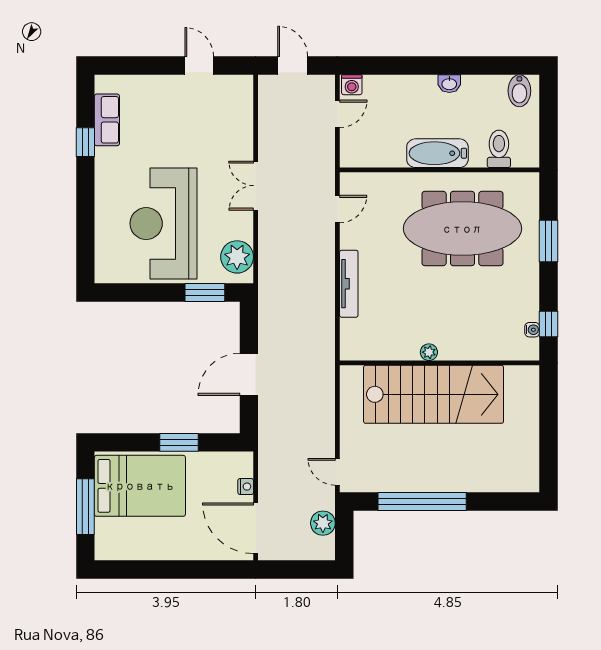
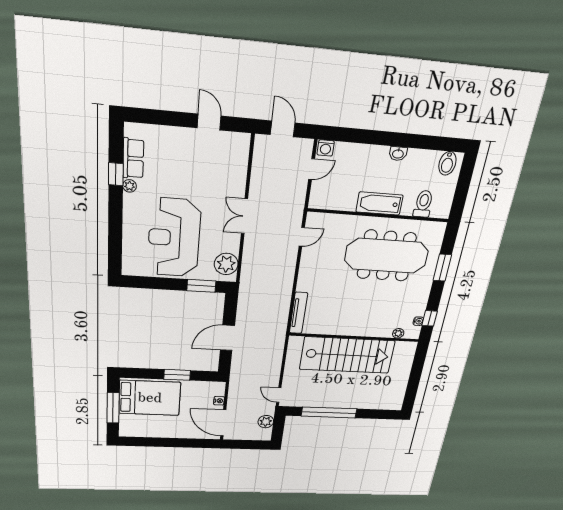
plant: (103, 156) -> (130, 186), added
tv unit: (349, 284) -> (298, 313), moved
plant: (429, 352) -> (398, 333), moved

